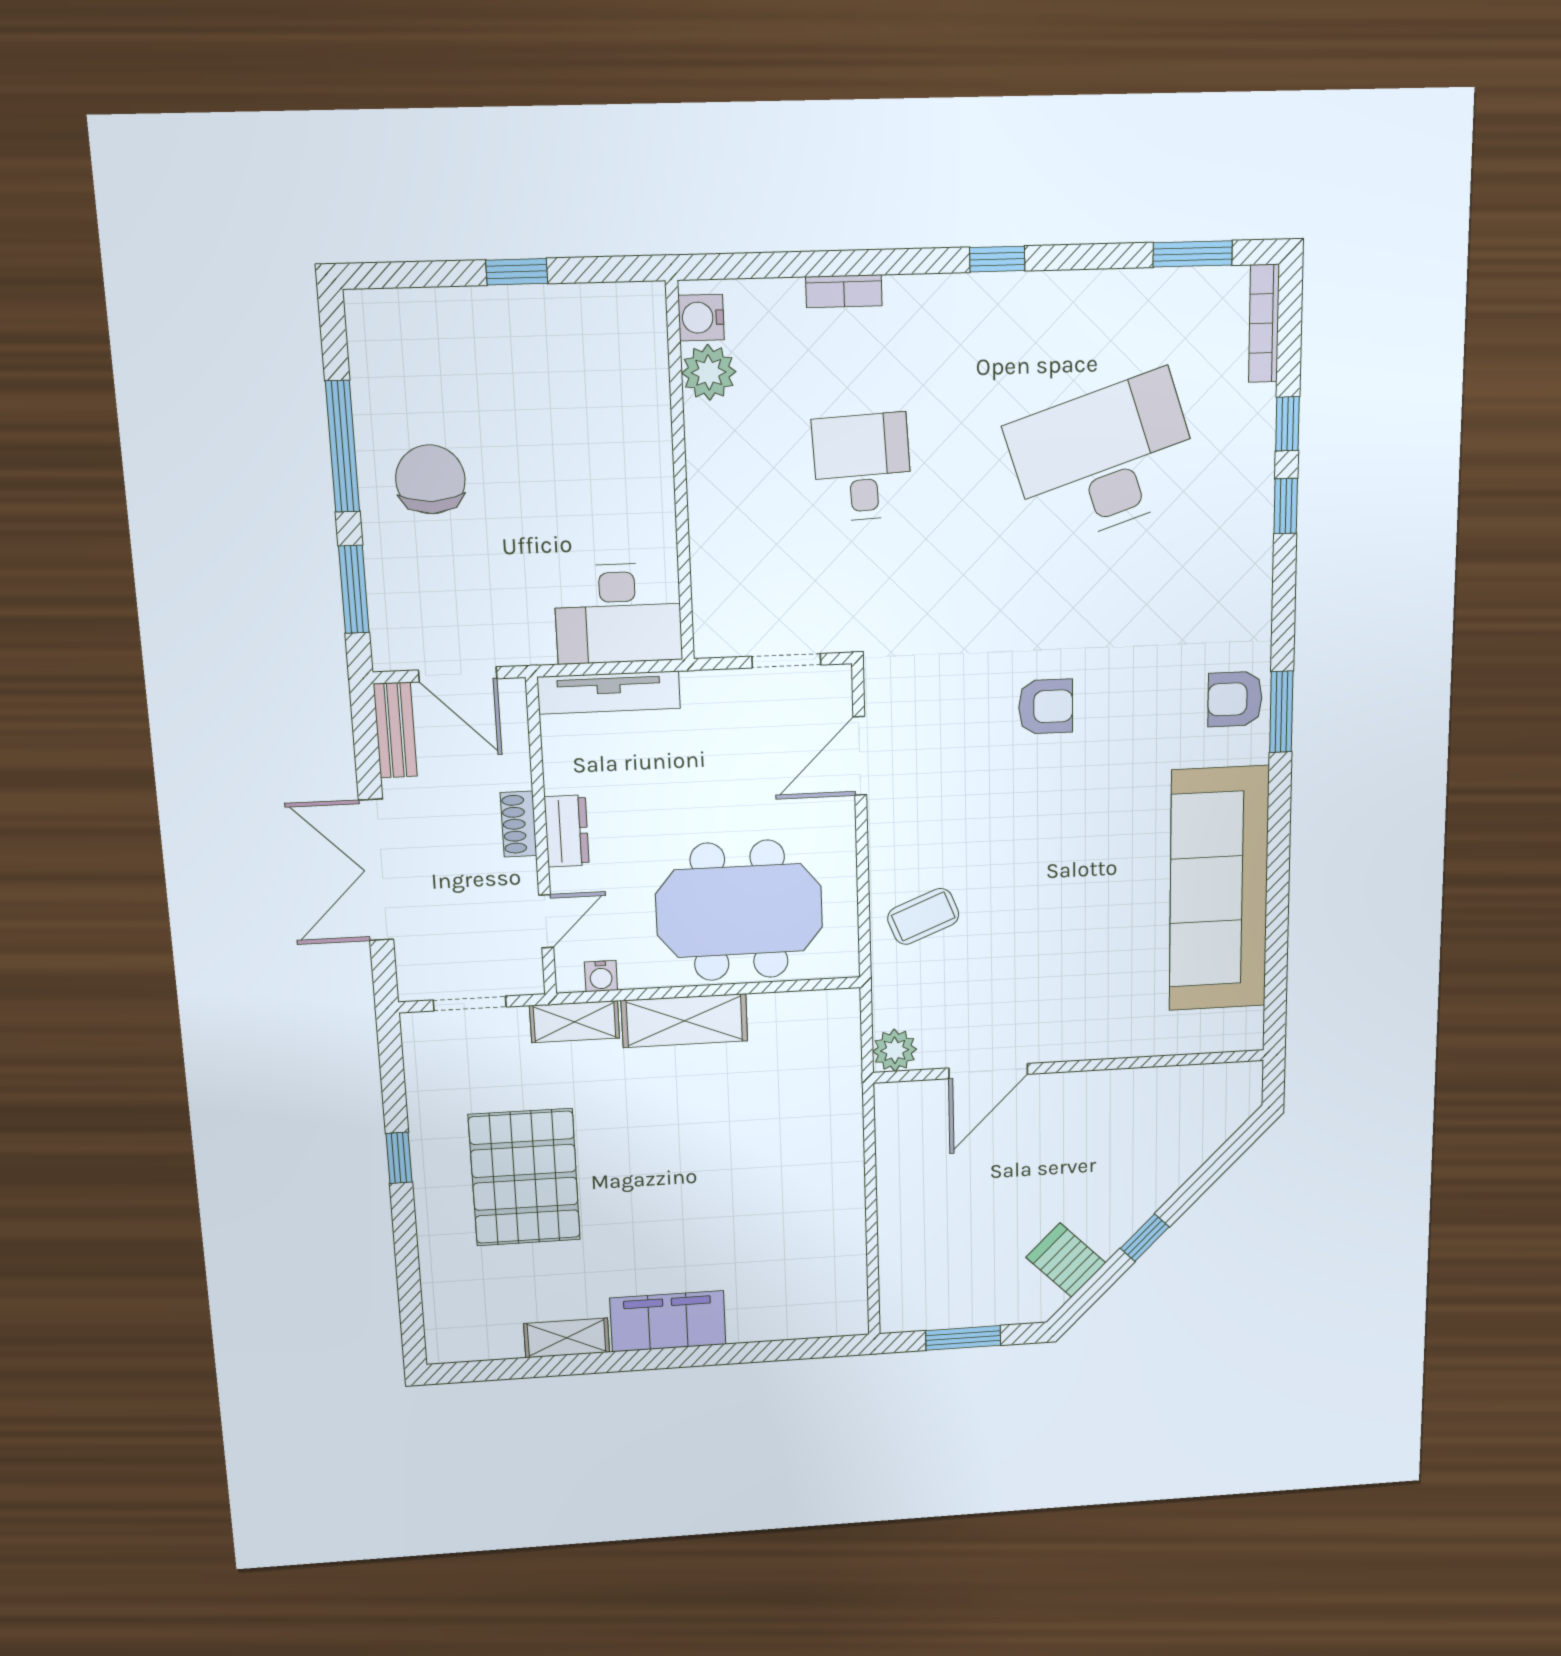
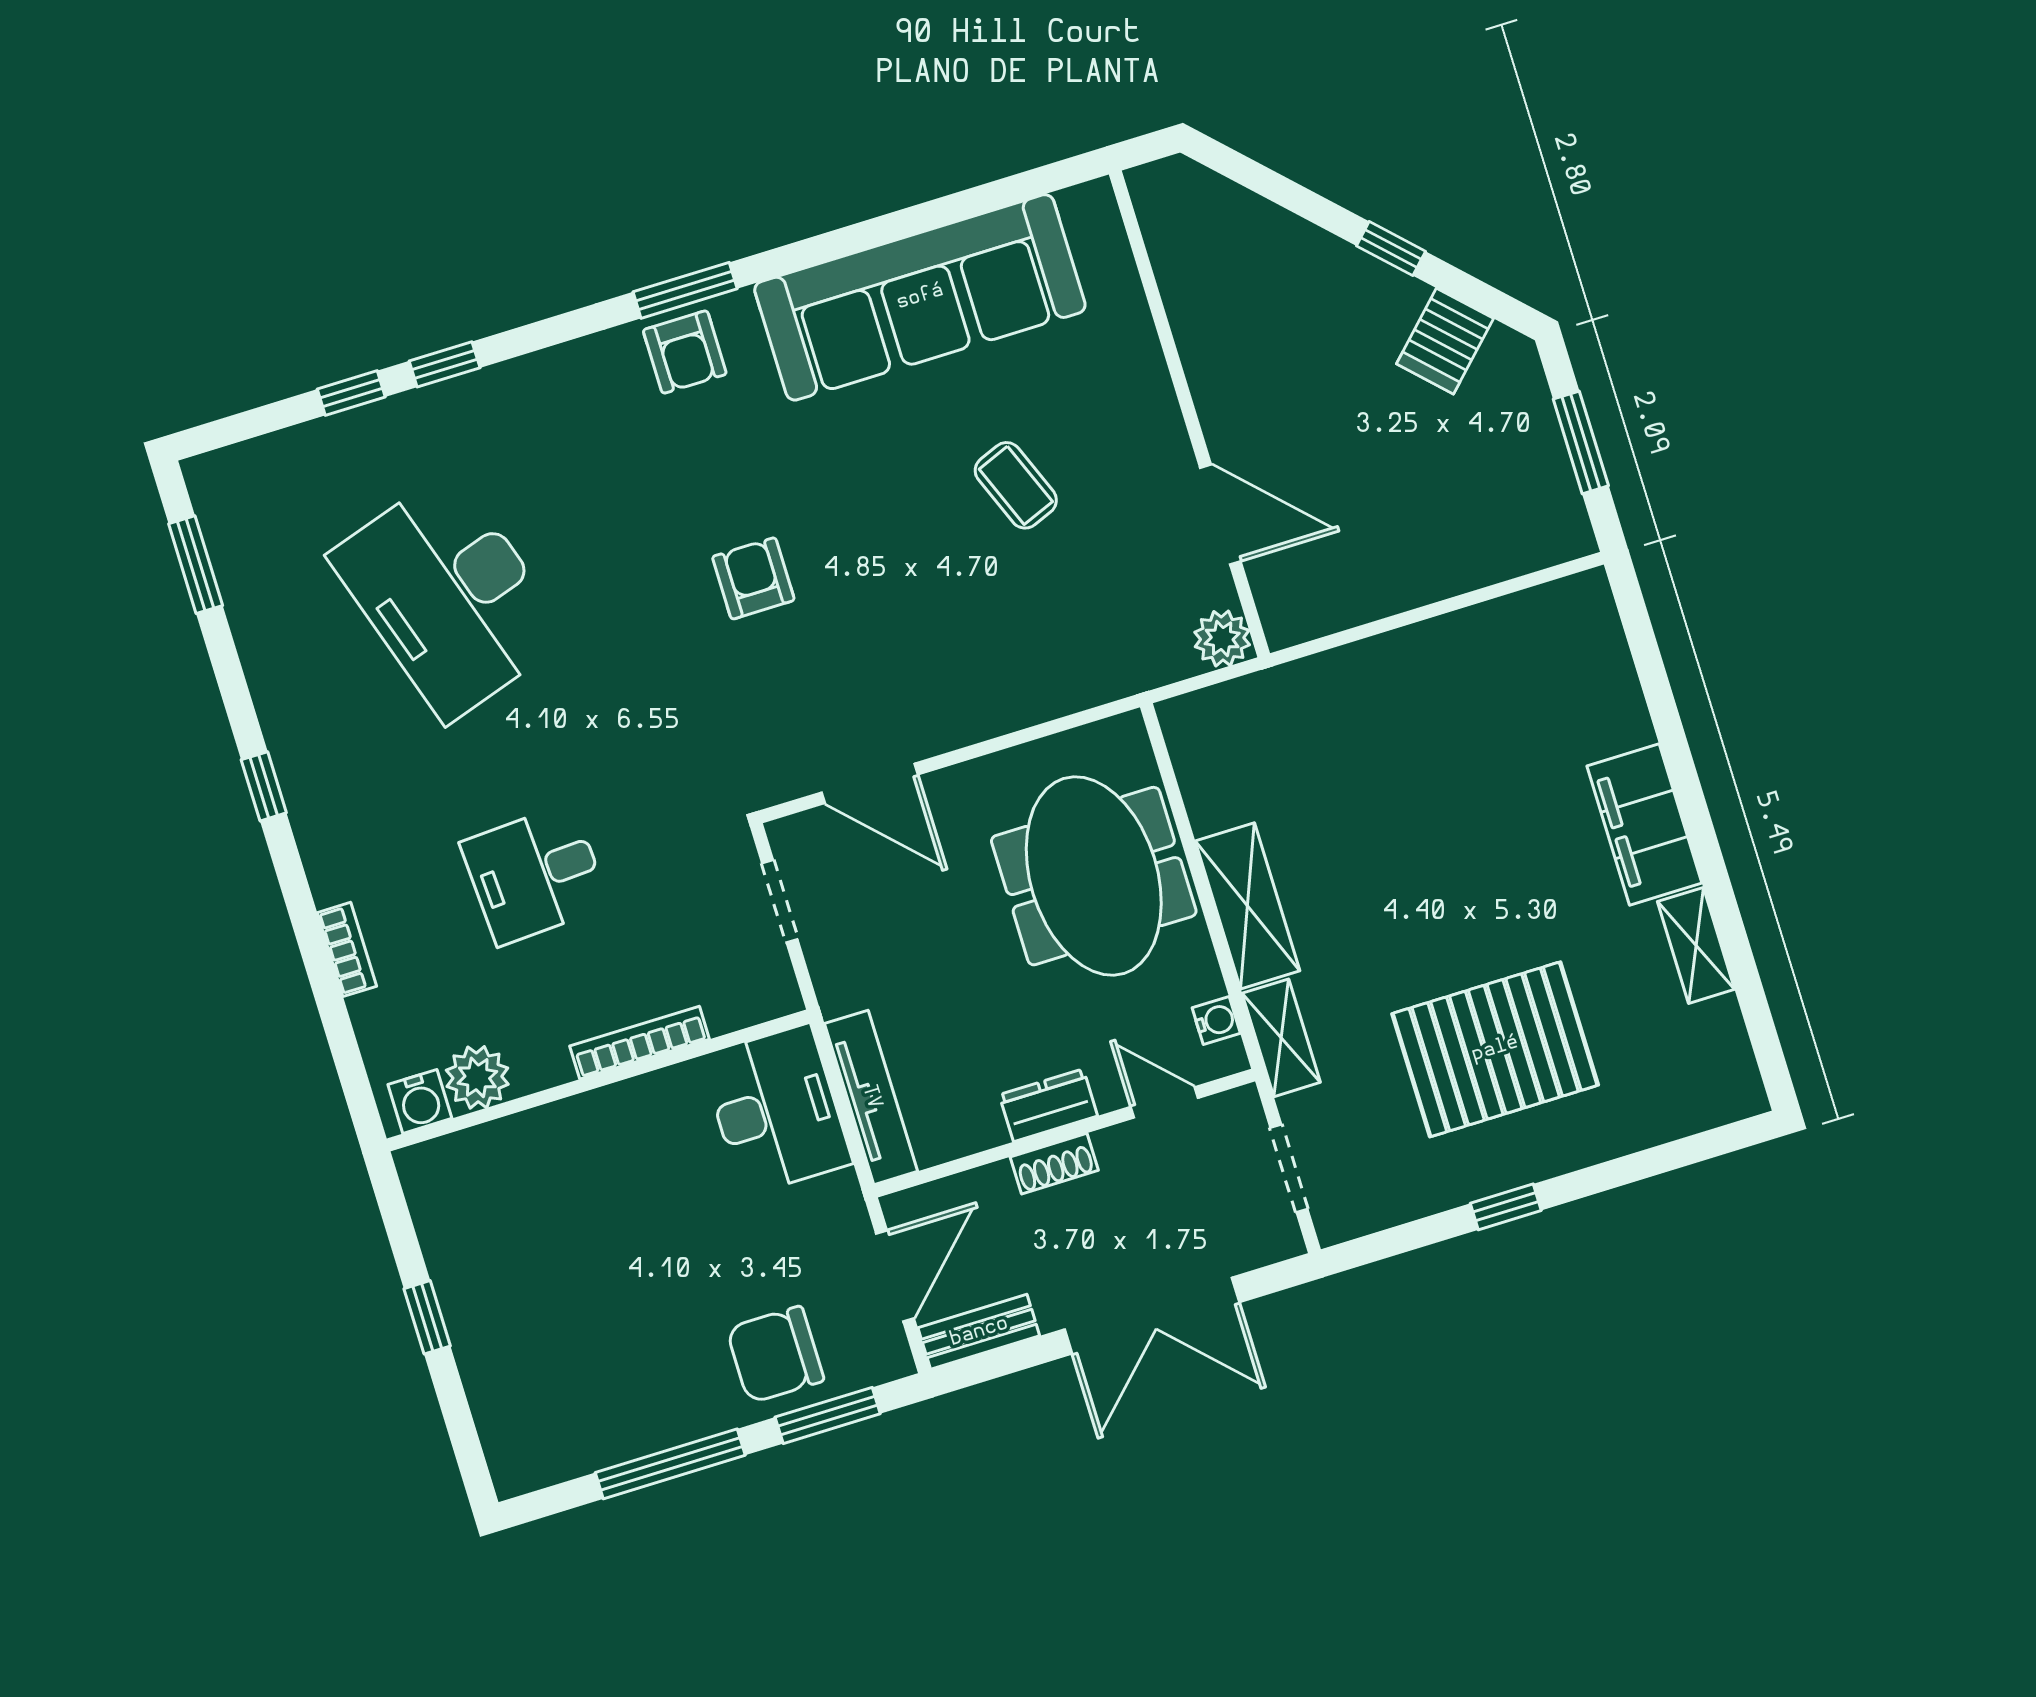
bookcase: (1264, 323) -> (640, 1043), moved, turned 180
chair: (430, 479) -> (775, 1355), moved
coffee table: (923, 916) -> (1016, 485), moved

